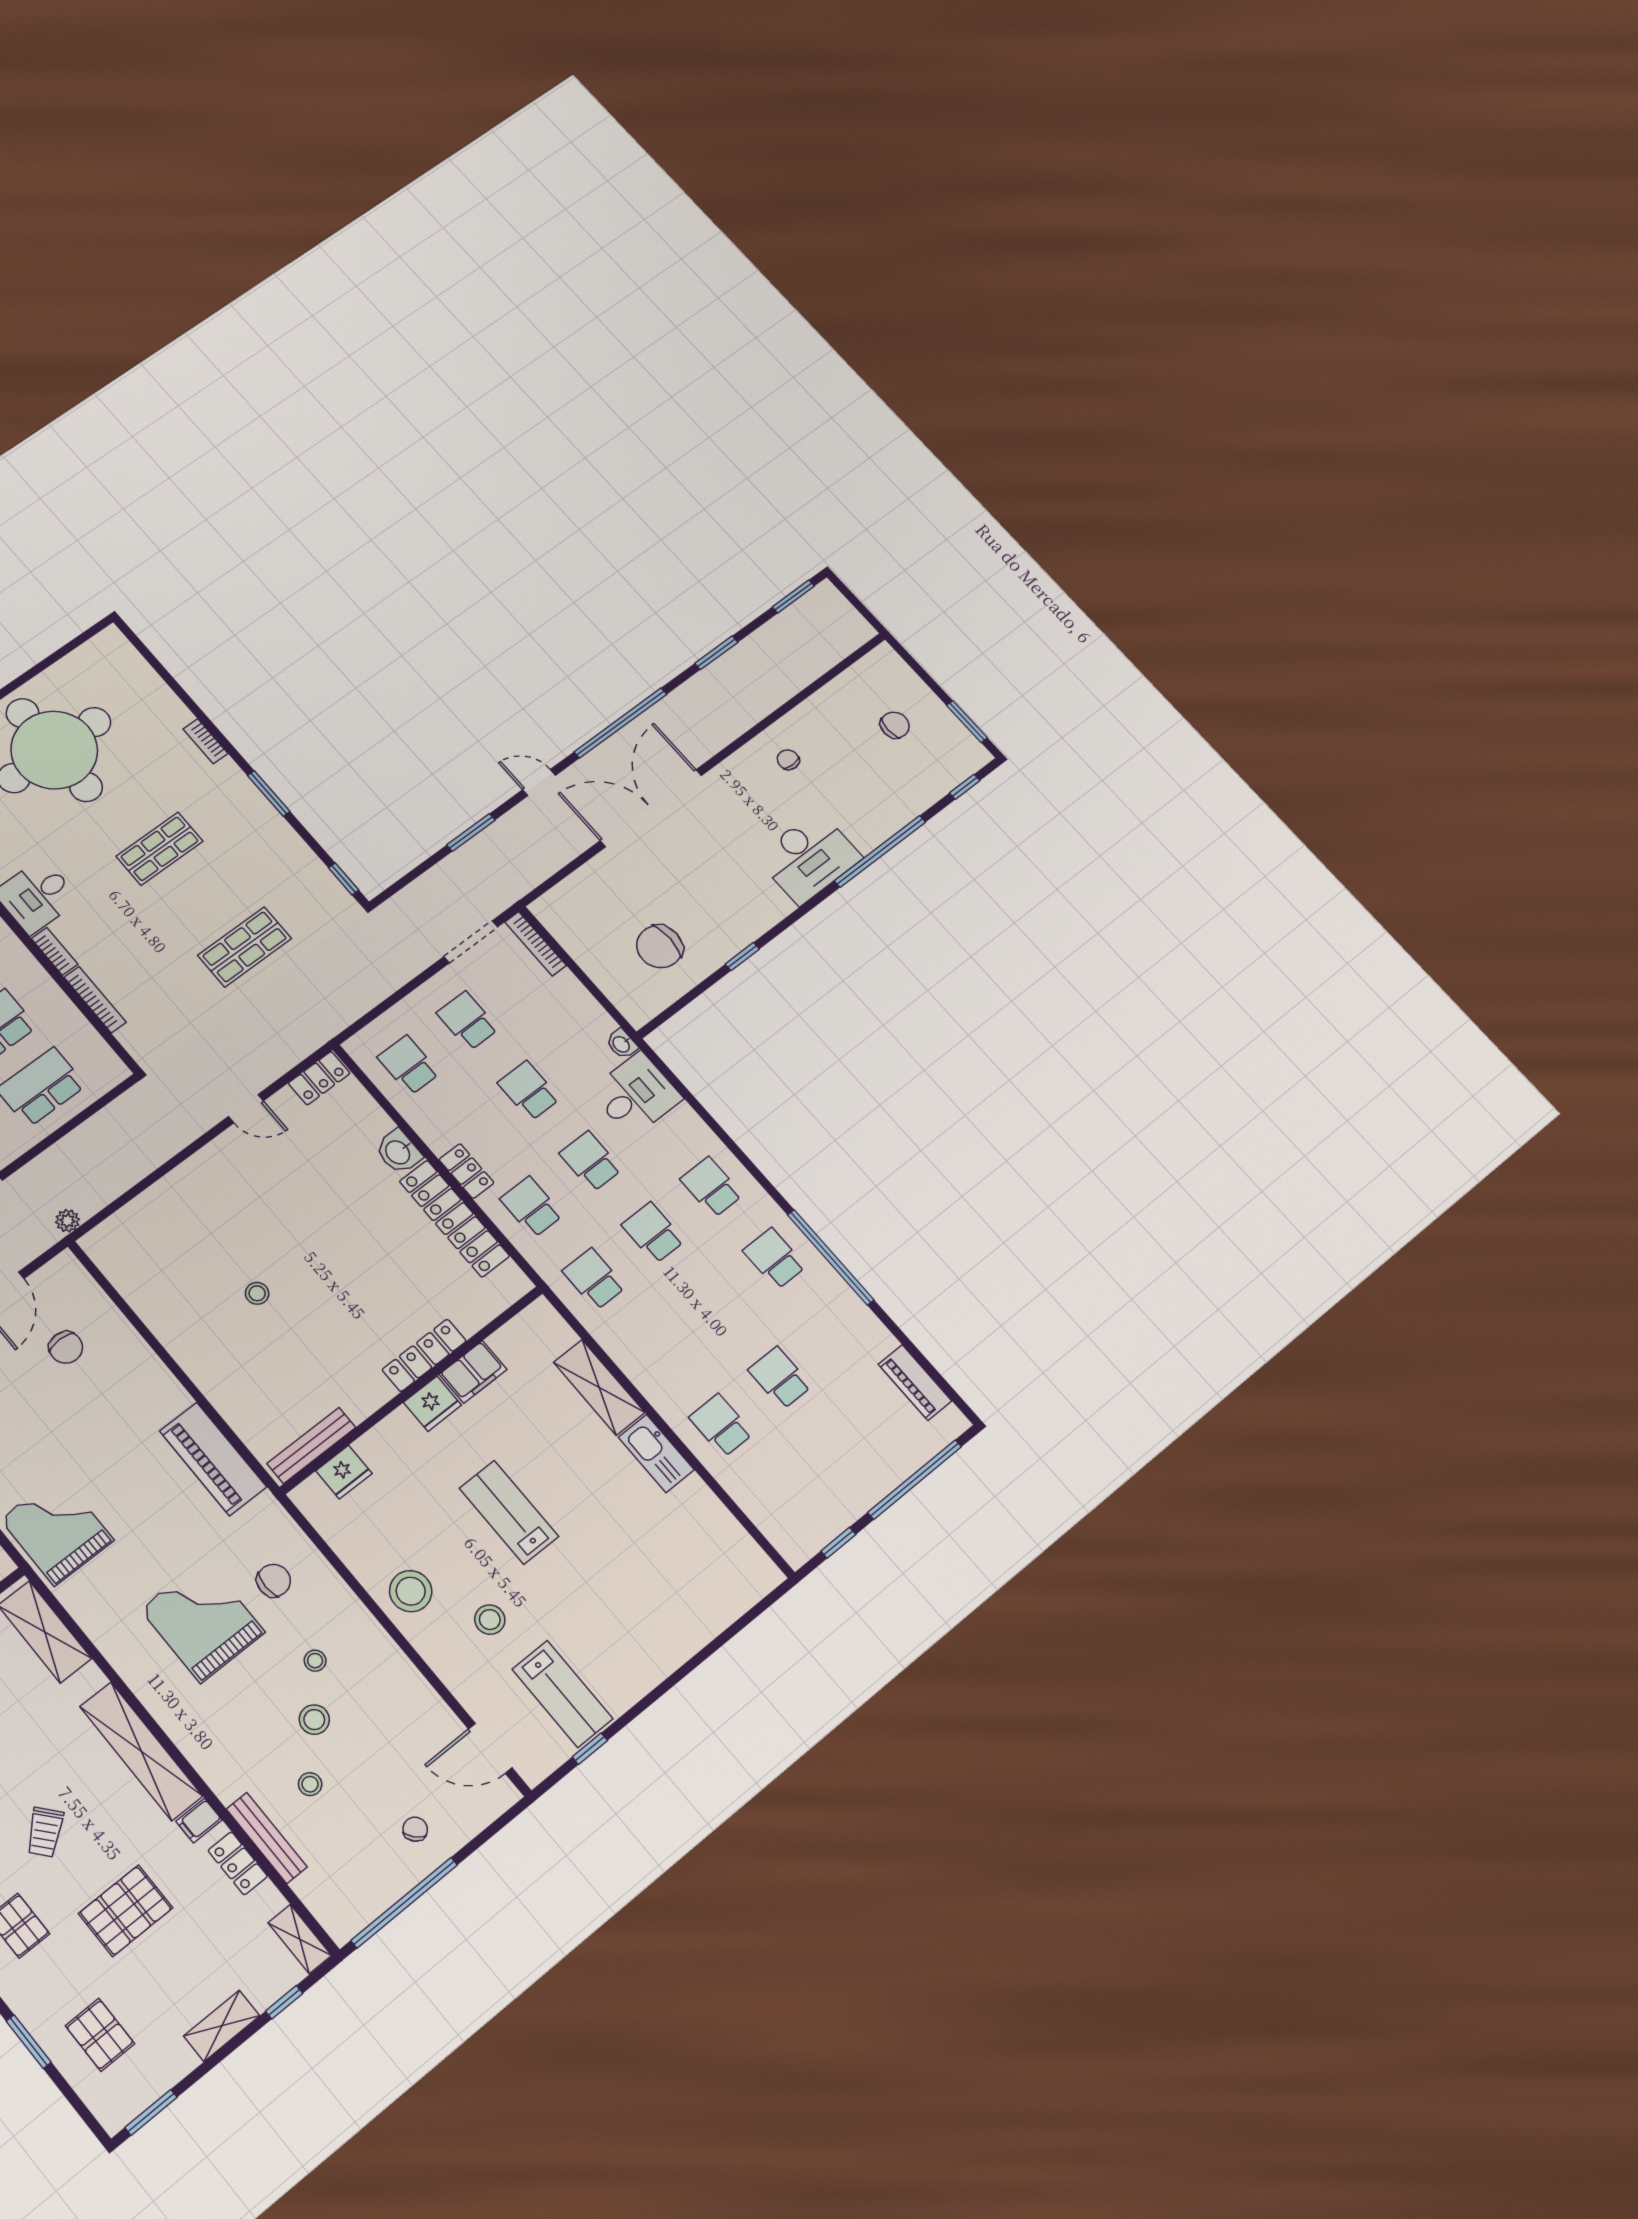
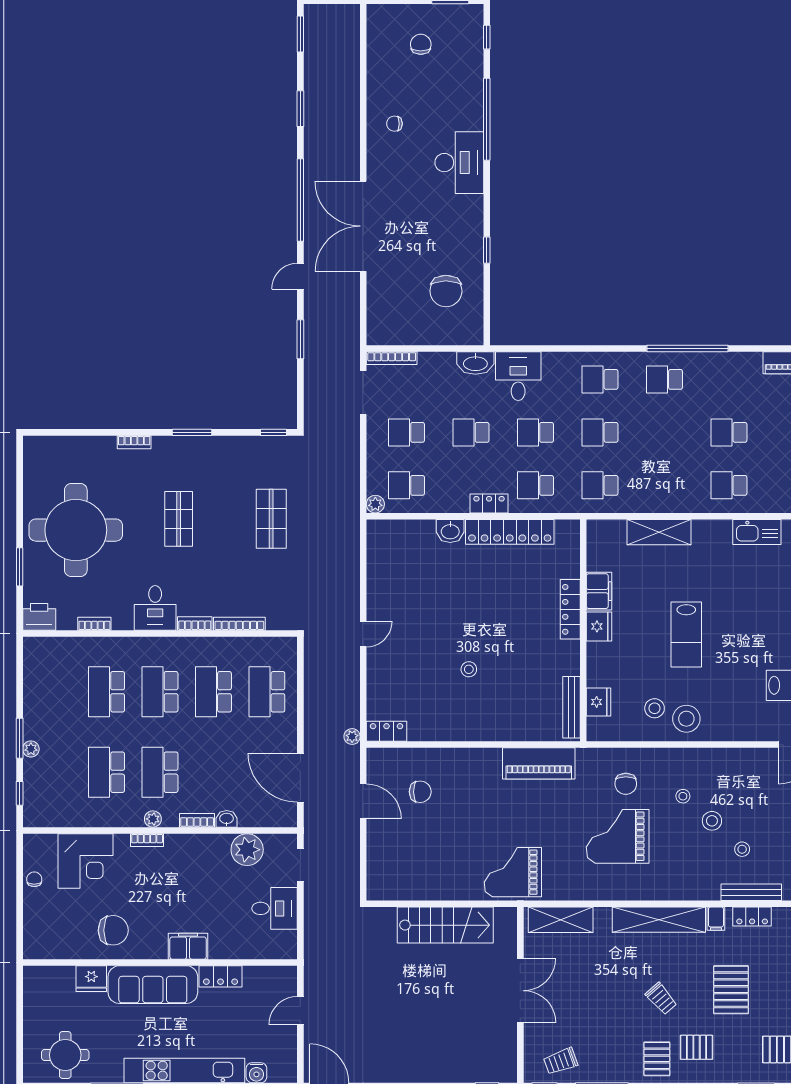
washbasin: (622, 1044) -> (475, 363), width x1.91, depth x1.45
plant: (358, 1047) -> (375, 504), added
locker: (319, 1078) -> (387, 731), moved, turned -90
door: (246, 1109) -> (363, 634), moved
kitchen sink: (656, 1454) -> (757, 532), moved
lab bench: (509, 1512) -> (686, 634), turned -90
chair: (274, 1581) -> (626, 784), turned 180
stool: (490, 1620) -> (655, 708), moved

